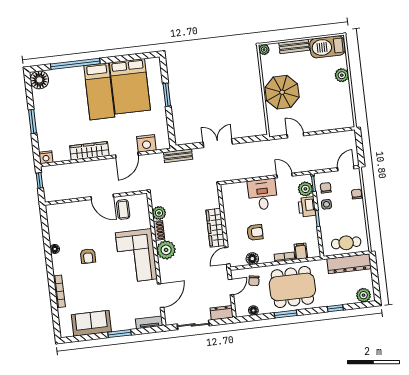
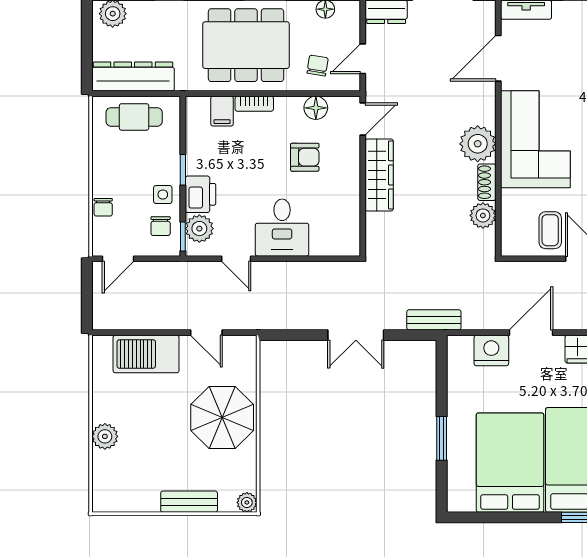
barbecue: (327, 47) -> (146, 354), moved, turned 180
armchair: (255, 232) -> (305, 157), turned 180

